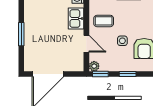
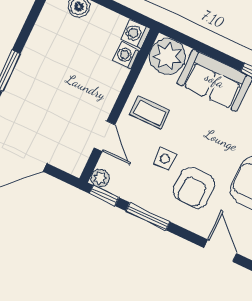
kitchen sink: (76, 19) -> (107, 88), removed
window: (128, 74) -> (148, 216), width x1.50

